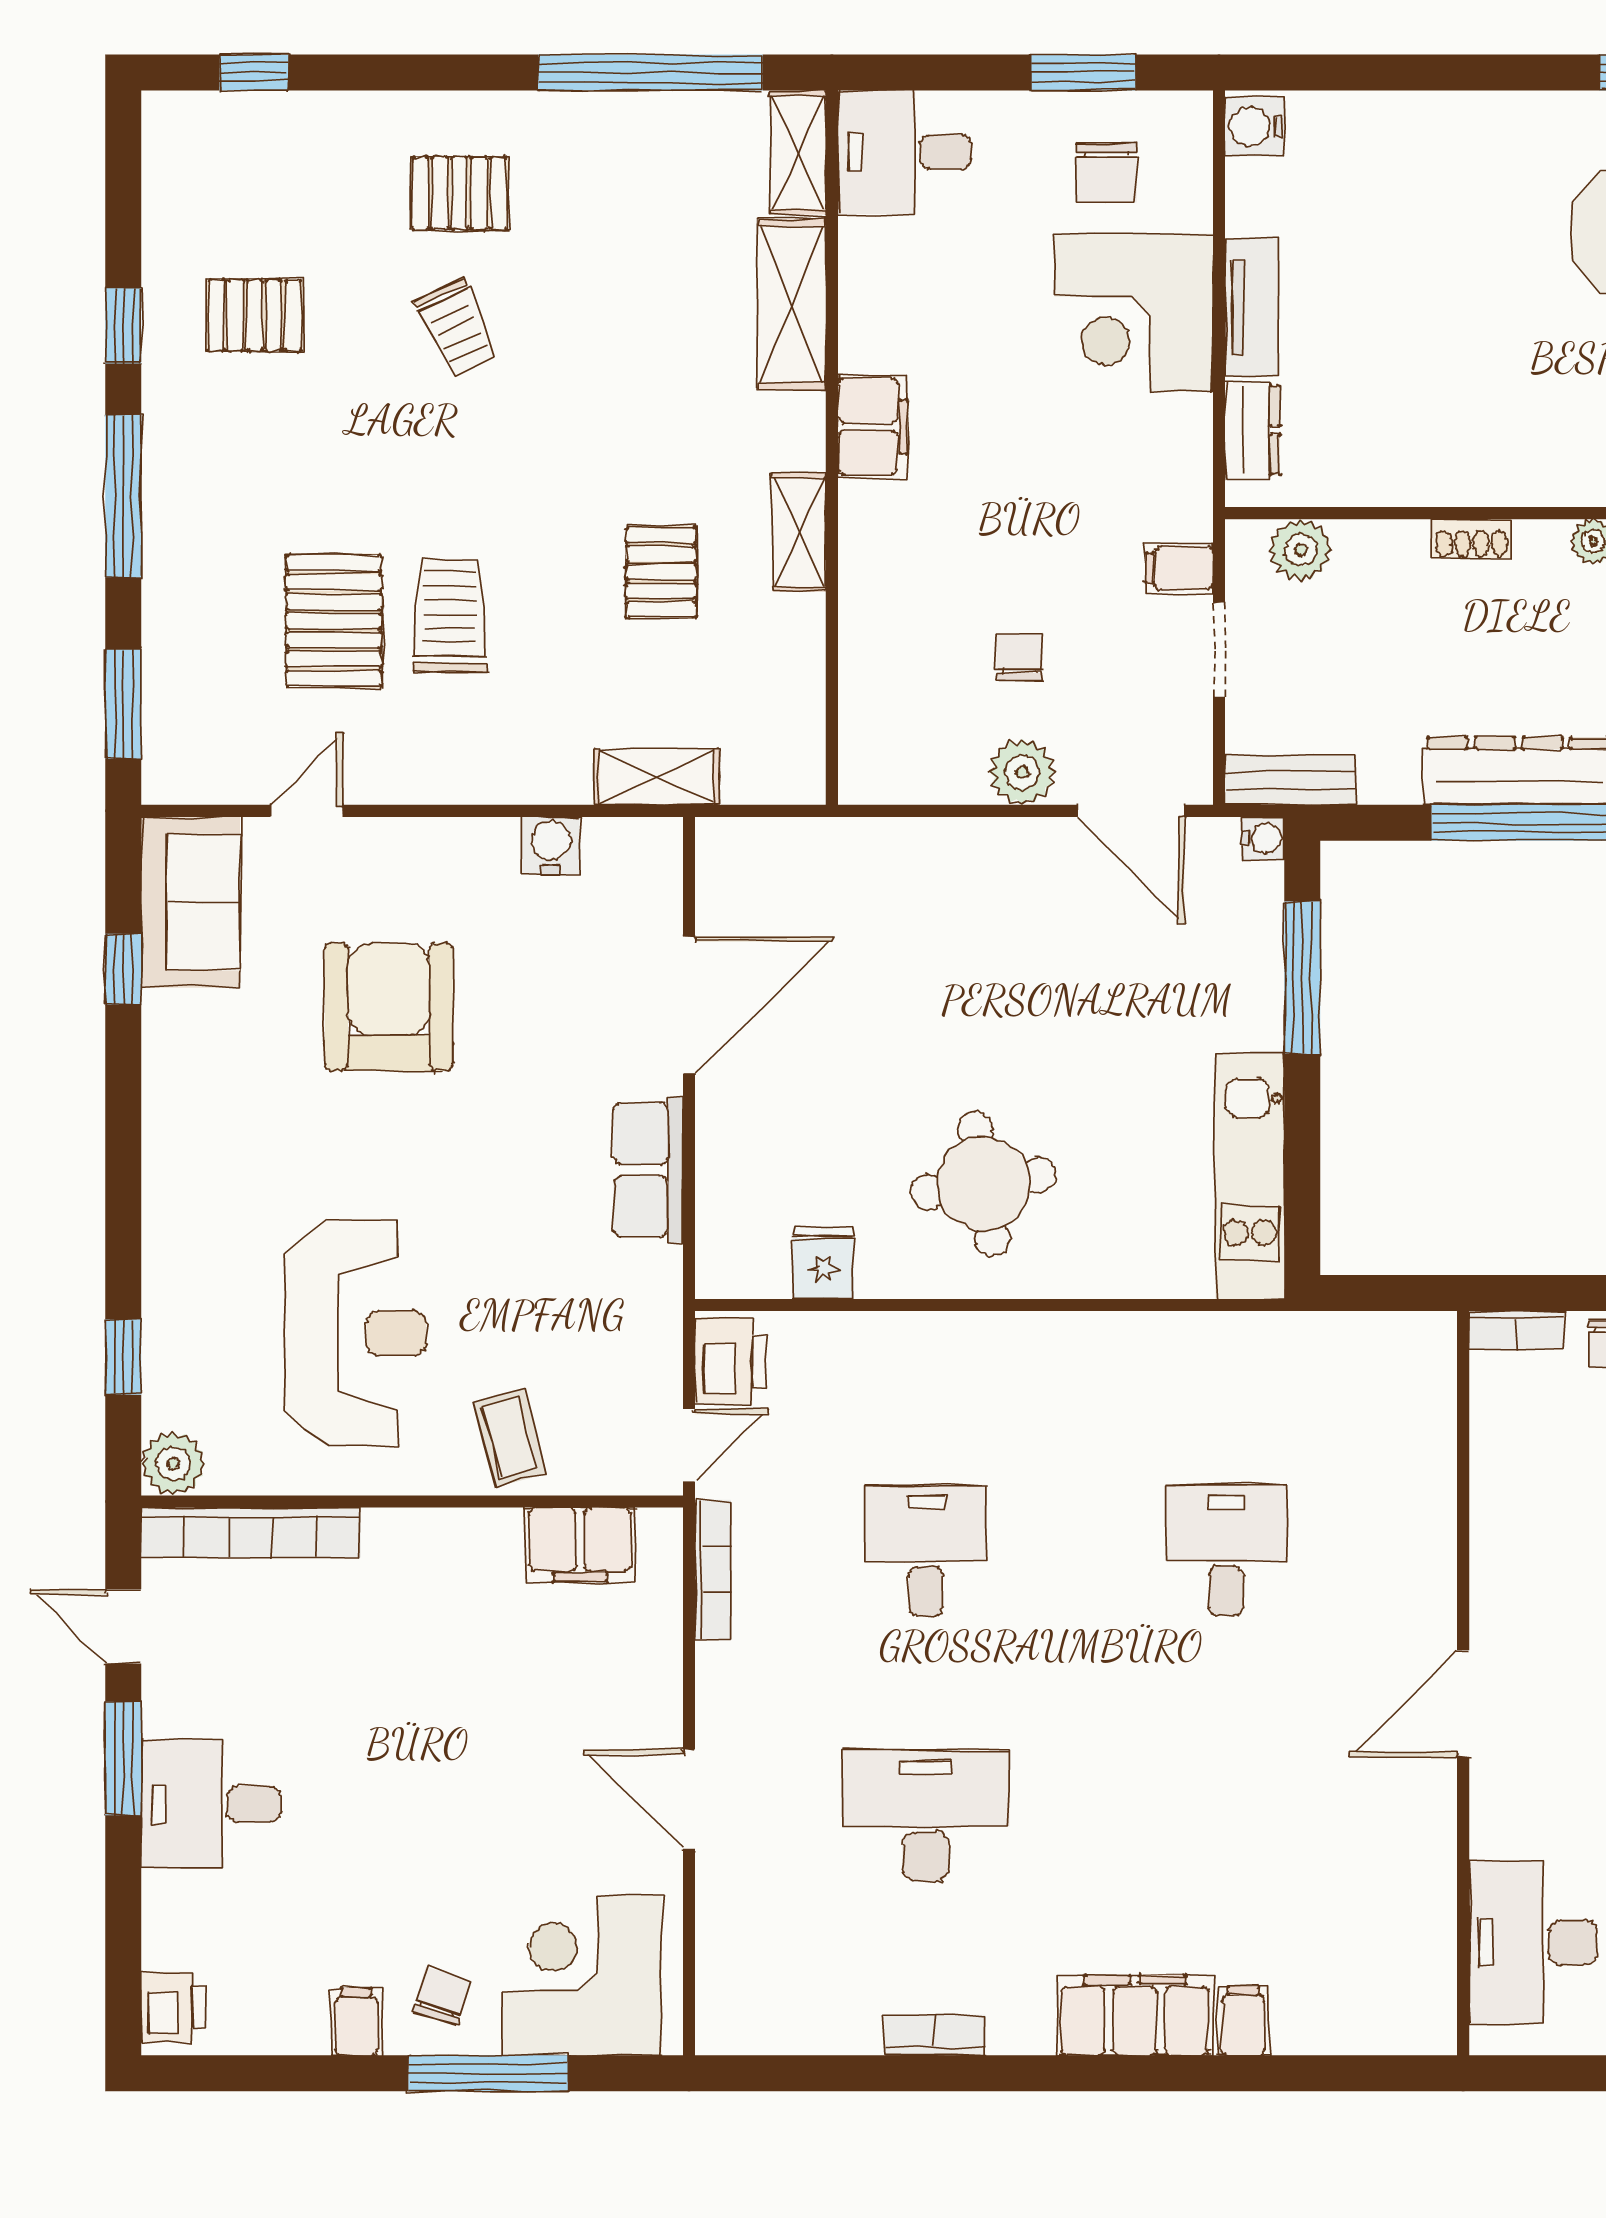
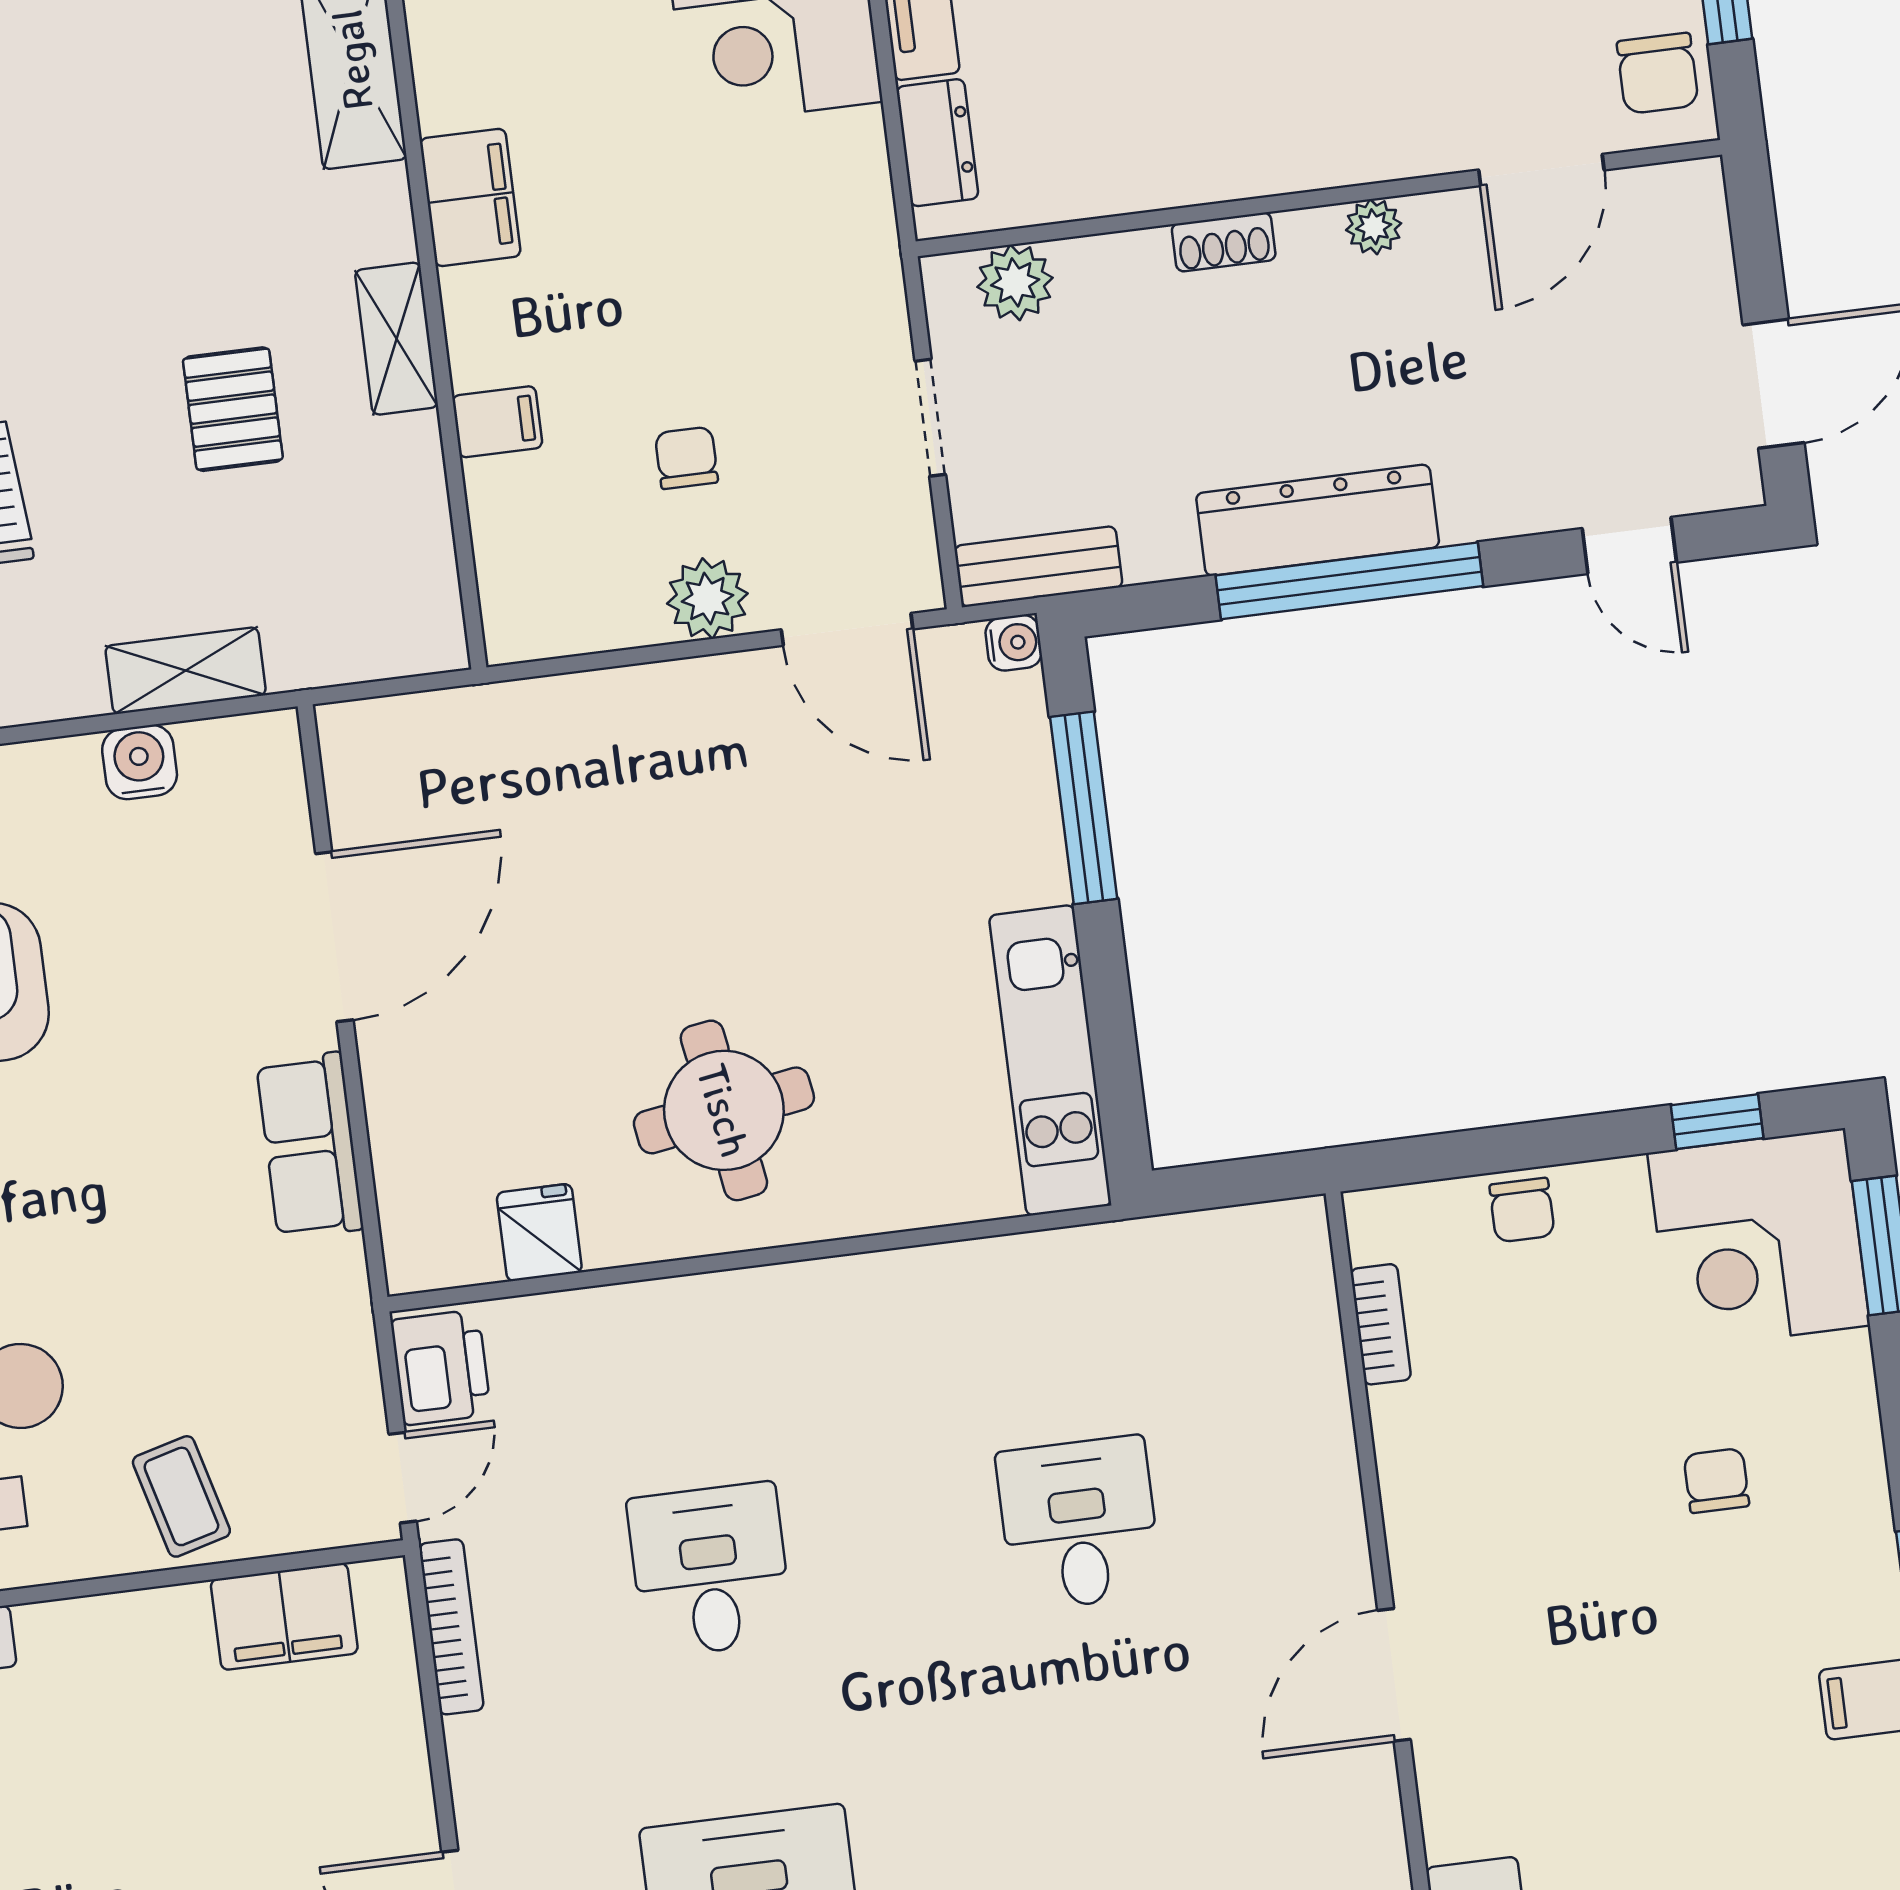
filing cabinet: (1179, 568) -> (497, 422), moved, turned 180
shelving: (657, 777) -> (186, 671), moved
bookcase: (1516, 1330) -> (1381, 1324), moved, turned -90

